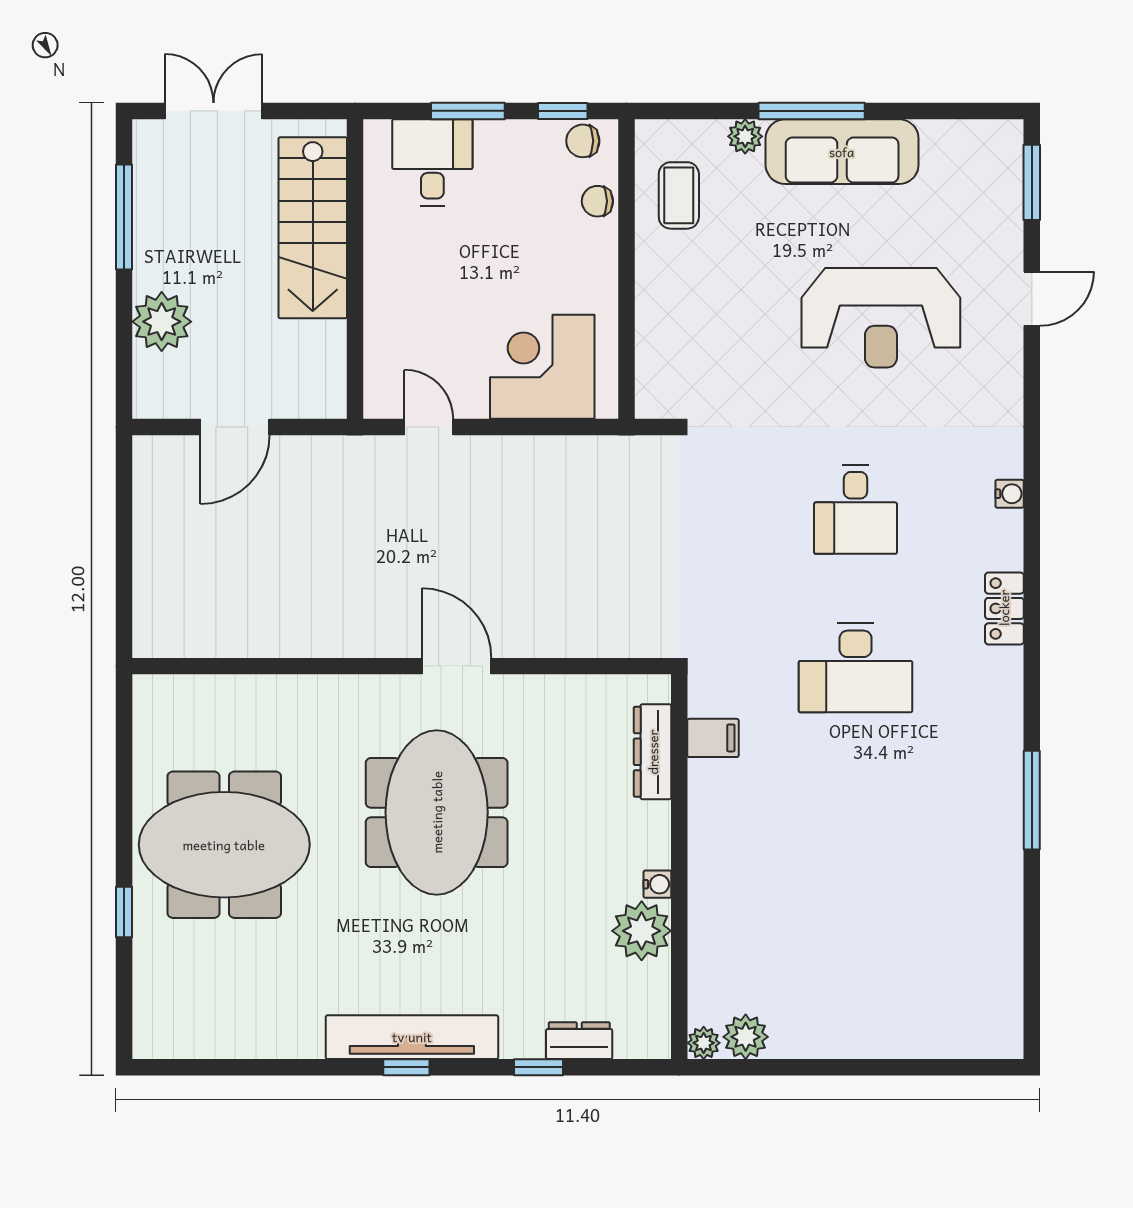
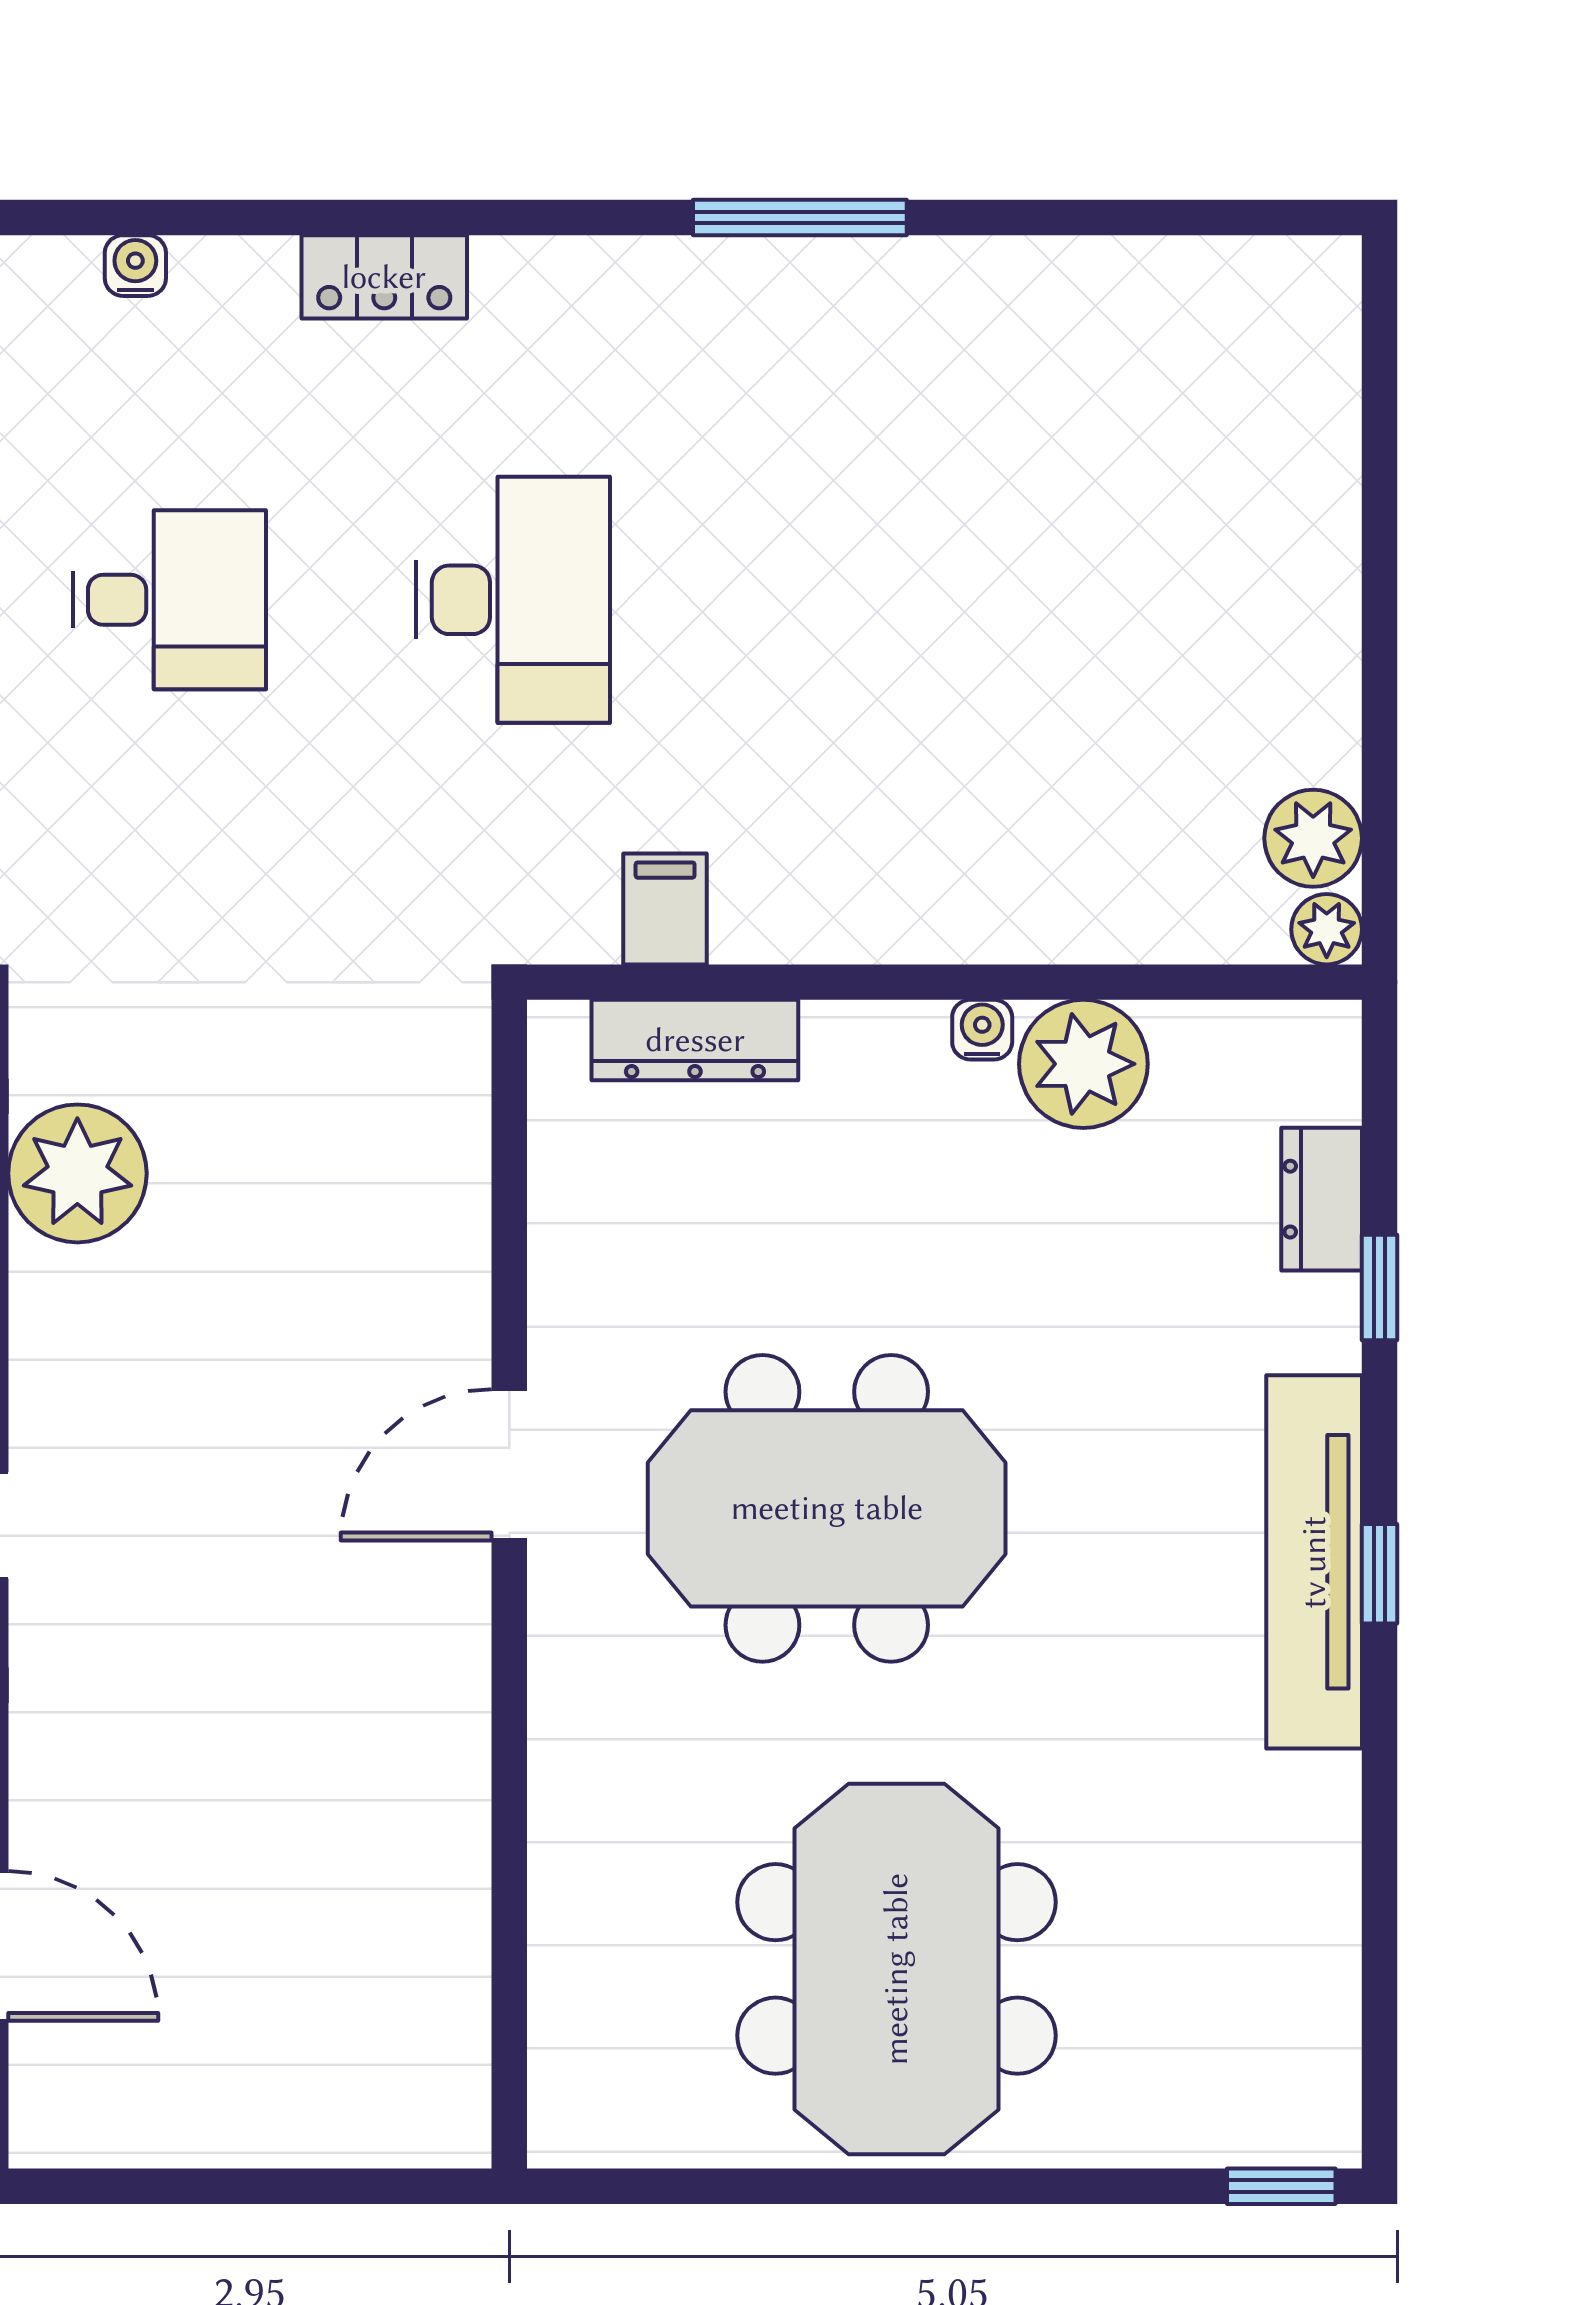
plant: (591, 467) -> (77, 1173), added
window: (124, 912) -> (1281, 2186), moved

